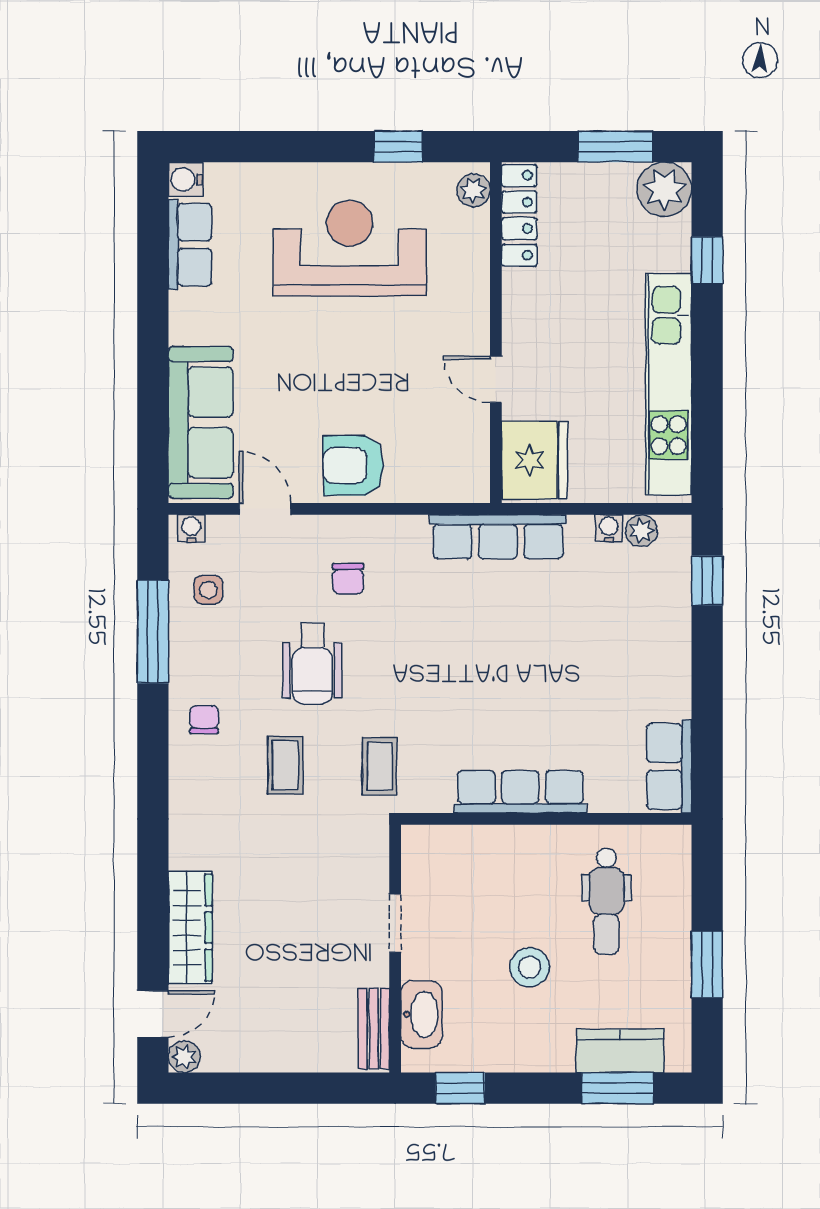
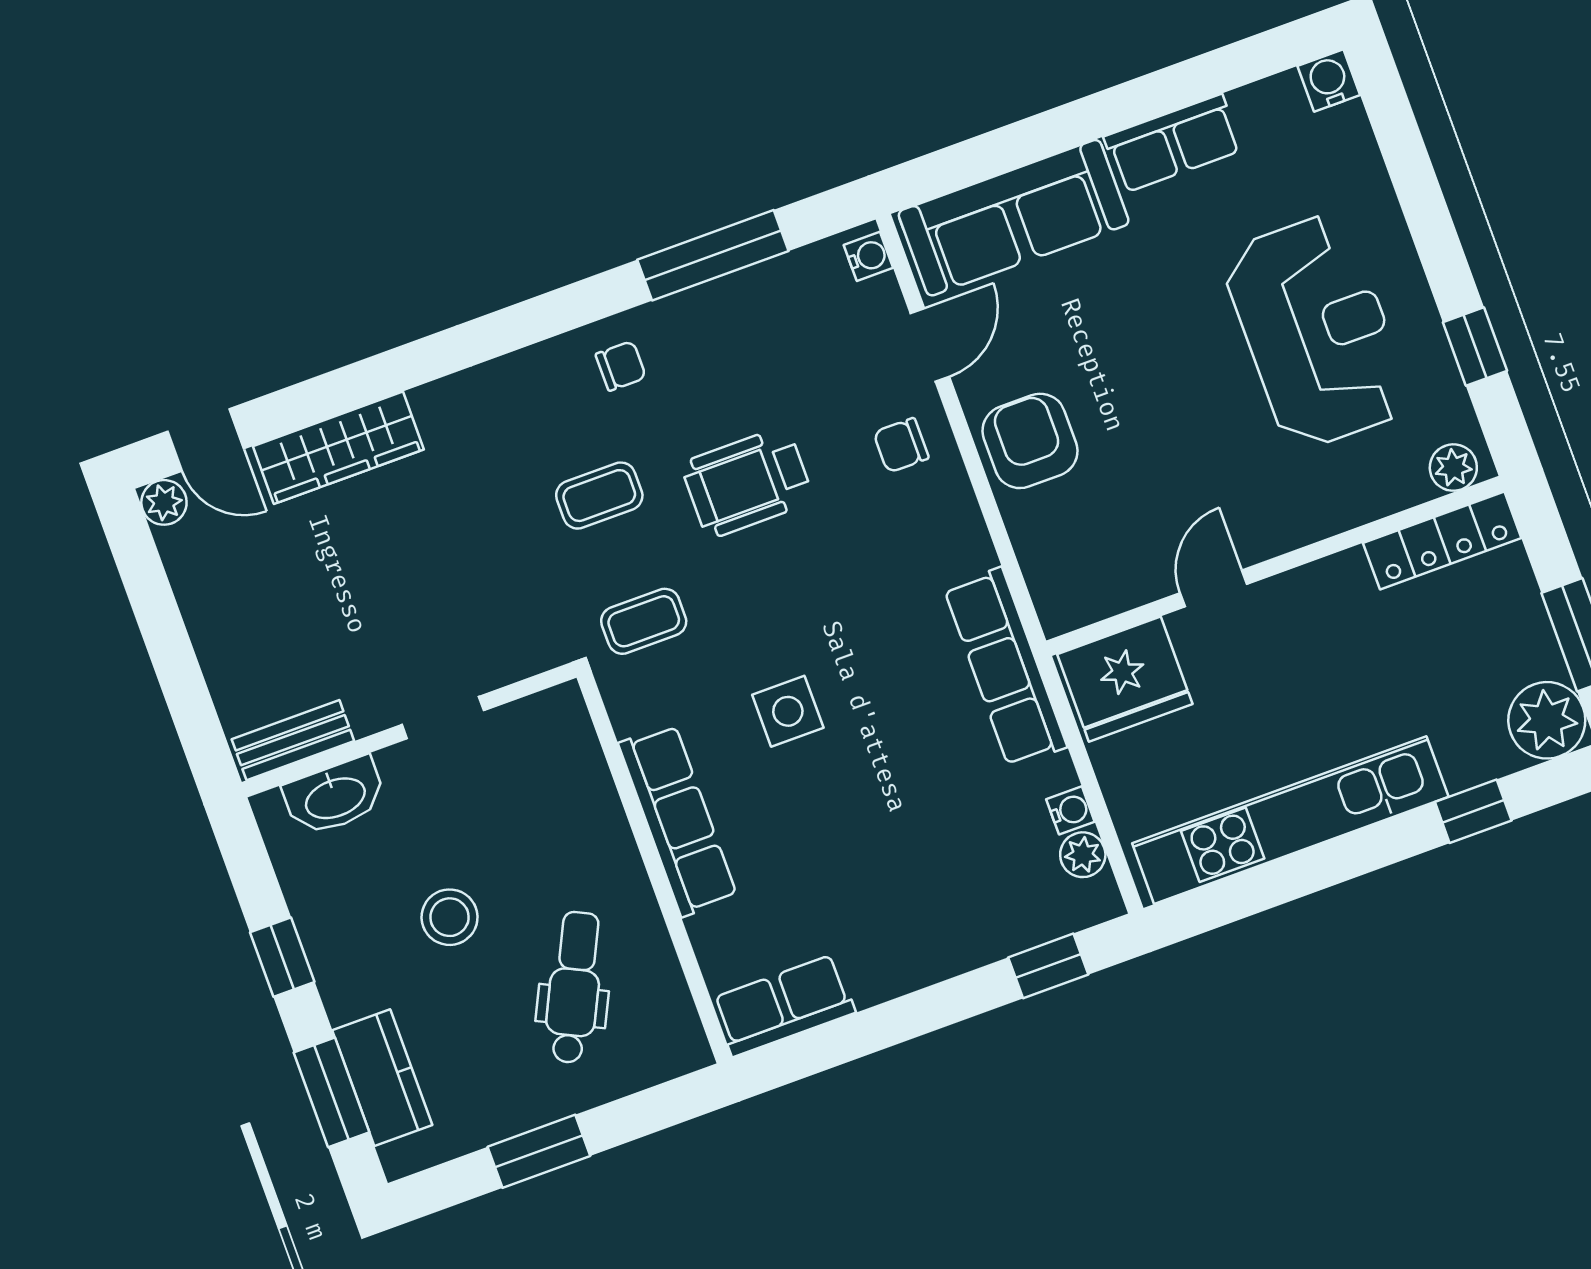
row of seats: (190, 245) -> (1173, 143), moved
chair: (348, 579) -> (901, 445), moved
side table: (208, 590) -> (788, 711), moved, width x1.37, depth x1.37
dental chair: (606, 901) -> (574, 987), turned 116
window: (460, 1088) -> (282, 957), moved

